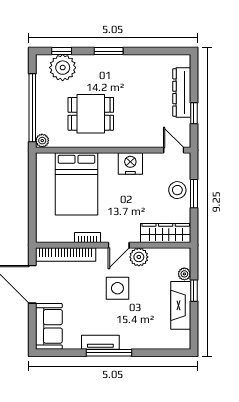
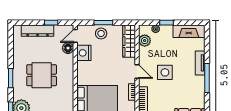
dining table: (91, 114) -> (42, 75), moved, turned 90
floor lamp: (155, 139) -> (68, 48), added
nightstand: (130, 163) -> (84, 53), moved
plant: (139, 257) -> (145, 41), moved
fireplace: (181, 305) -> (189, 31), moved
tv unit: (100, 342) -> (200, 63), moved

